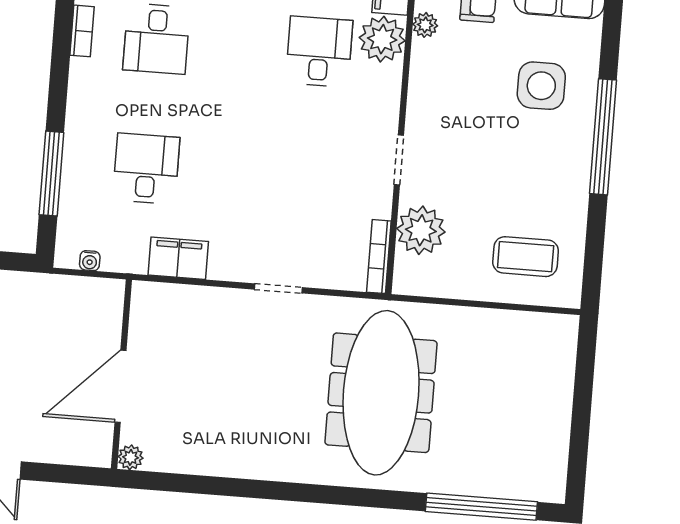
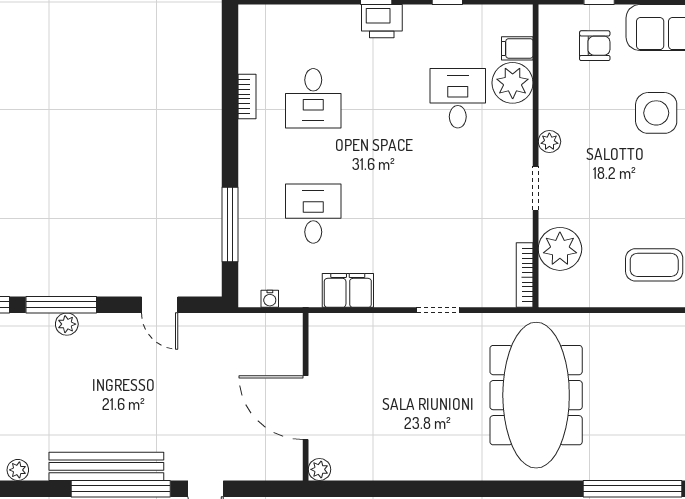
plant: (425, 25) -> (549, 142), moved
door: (121, 386) -> (306, 408), hinge flipped

